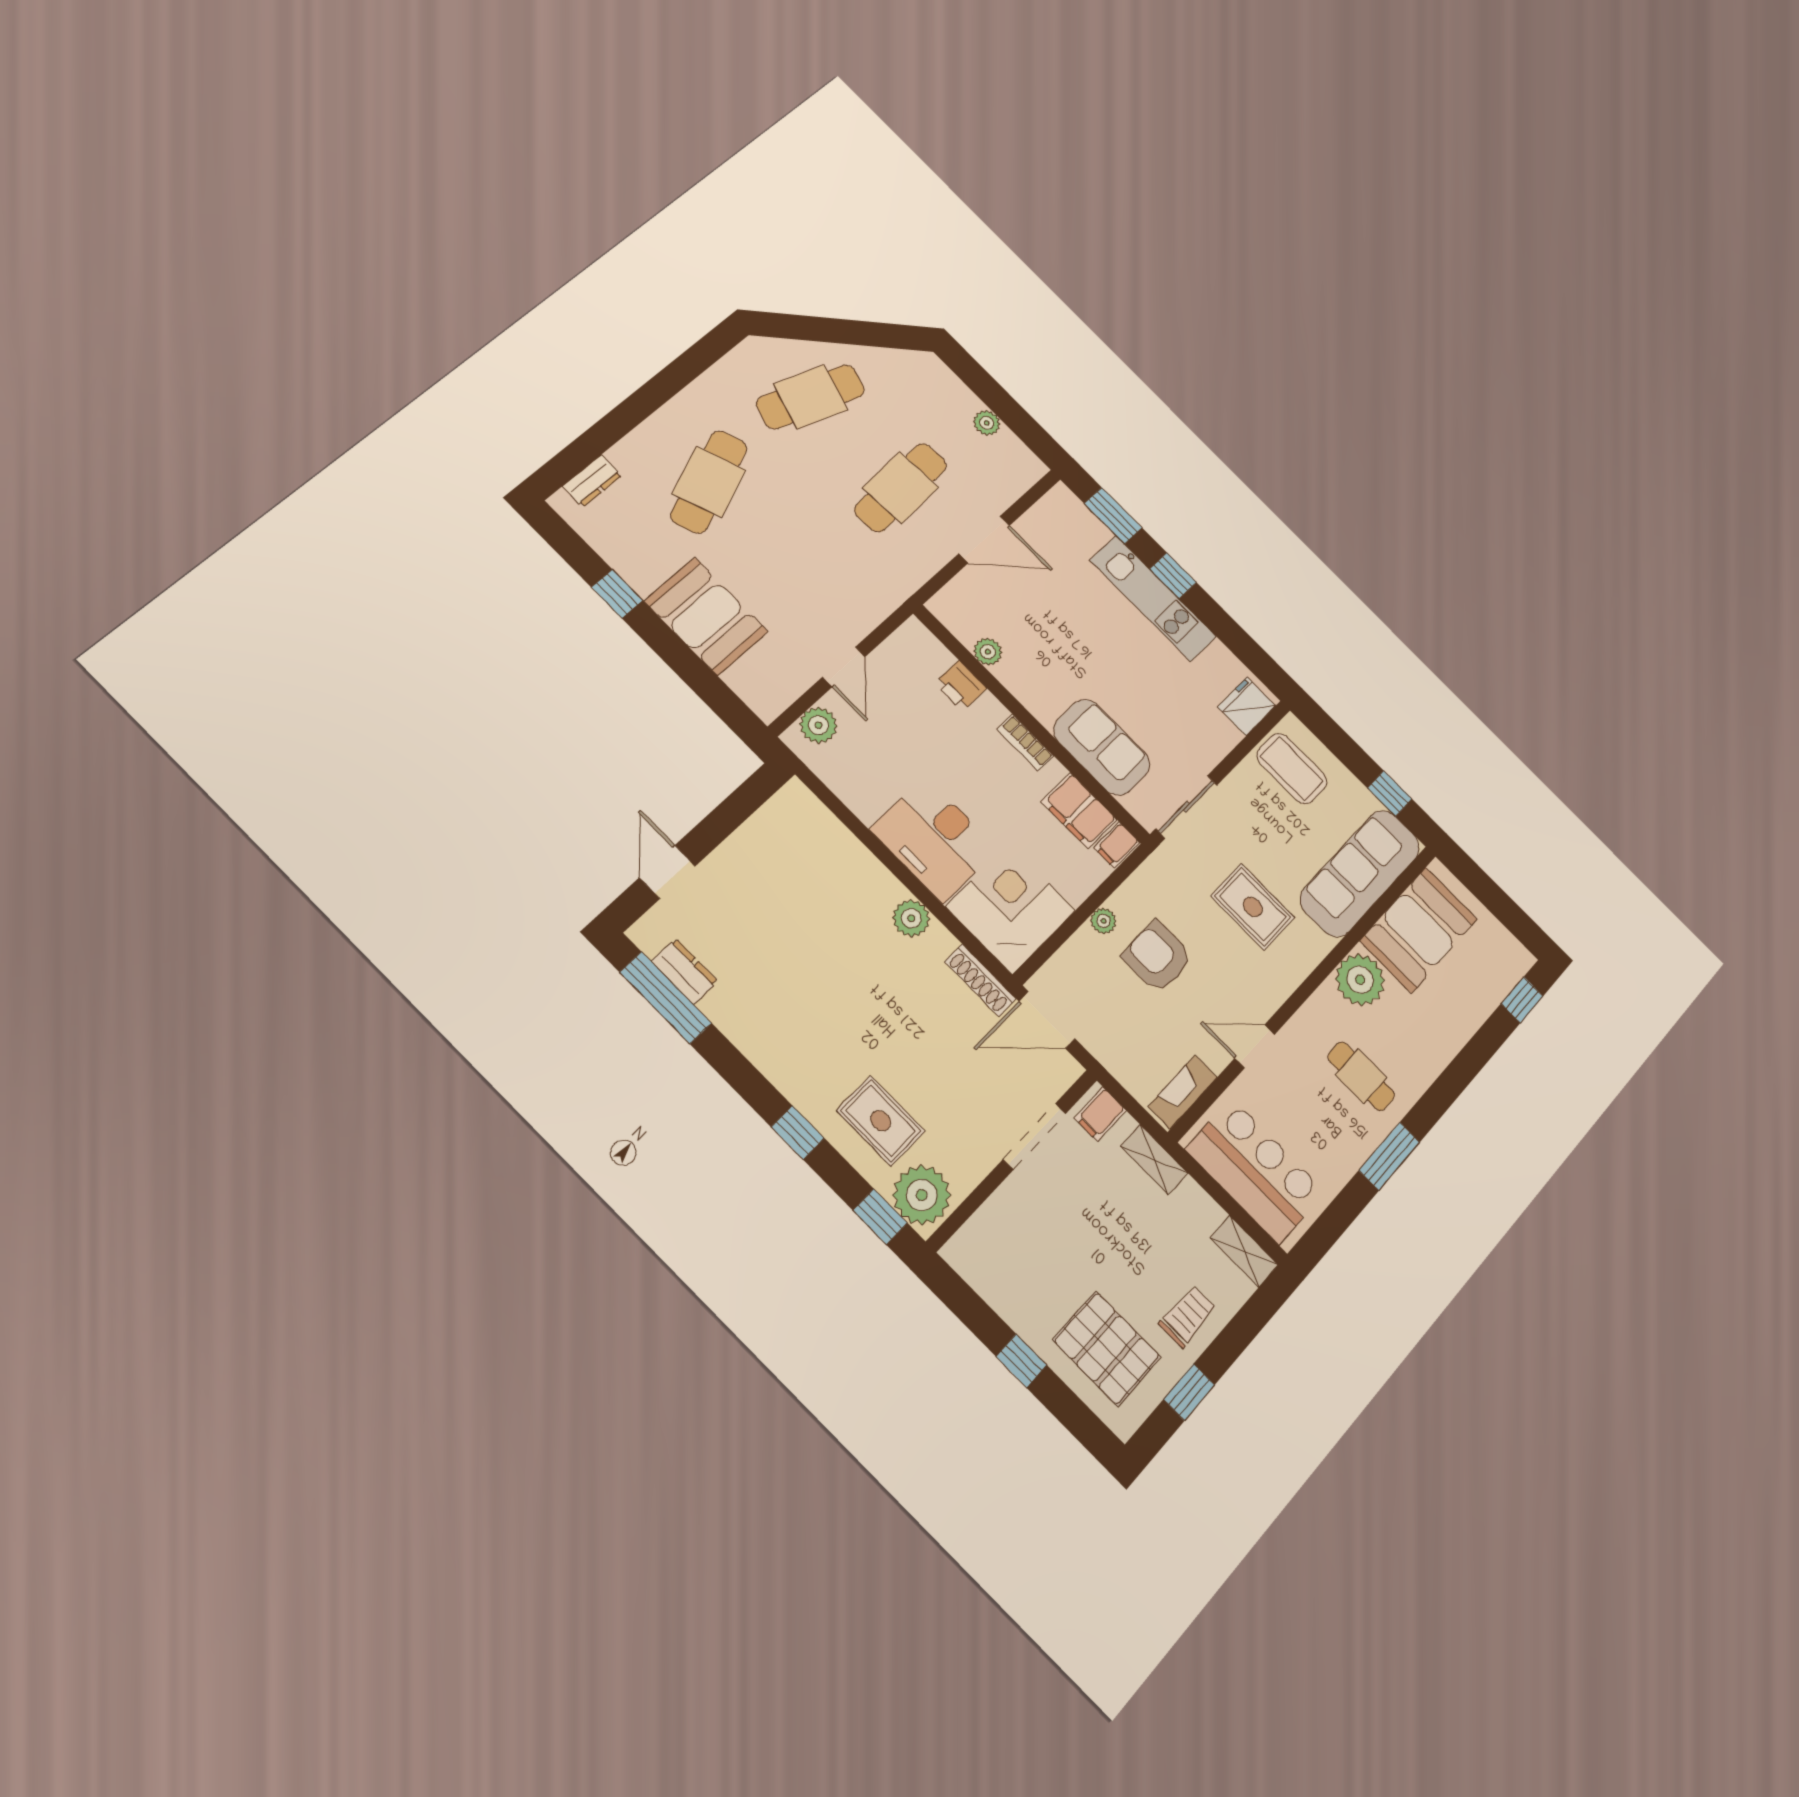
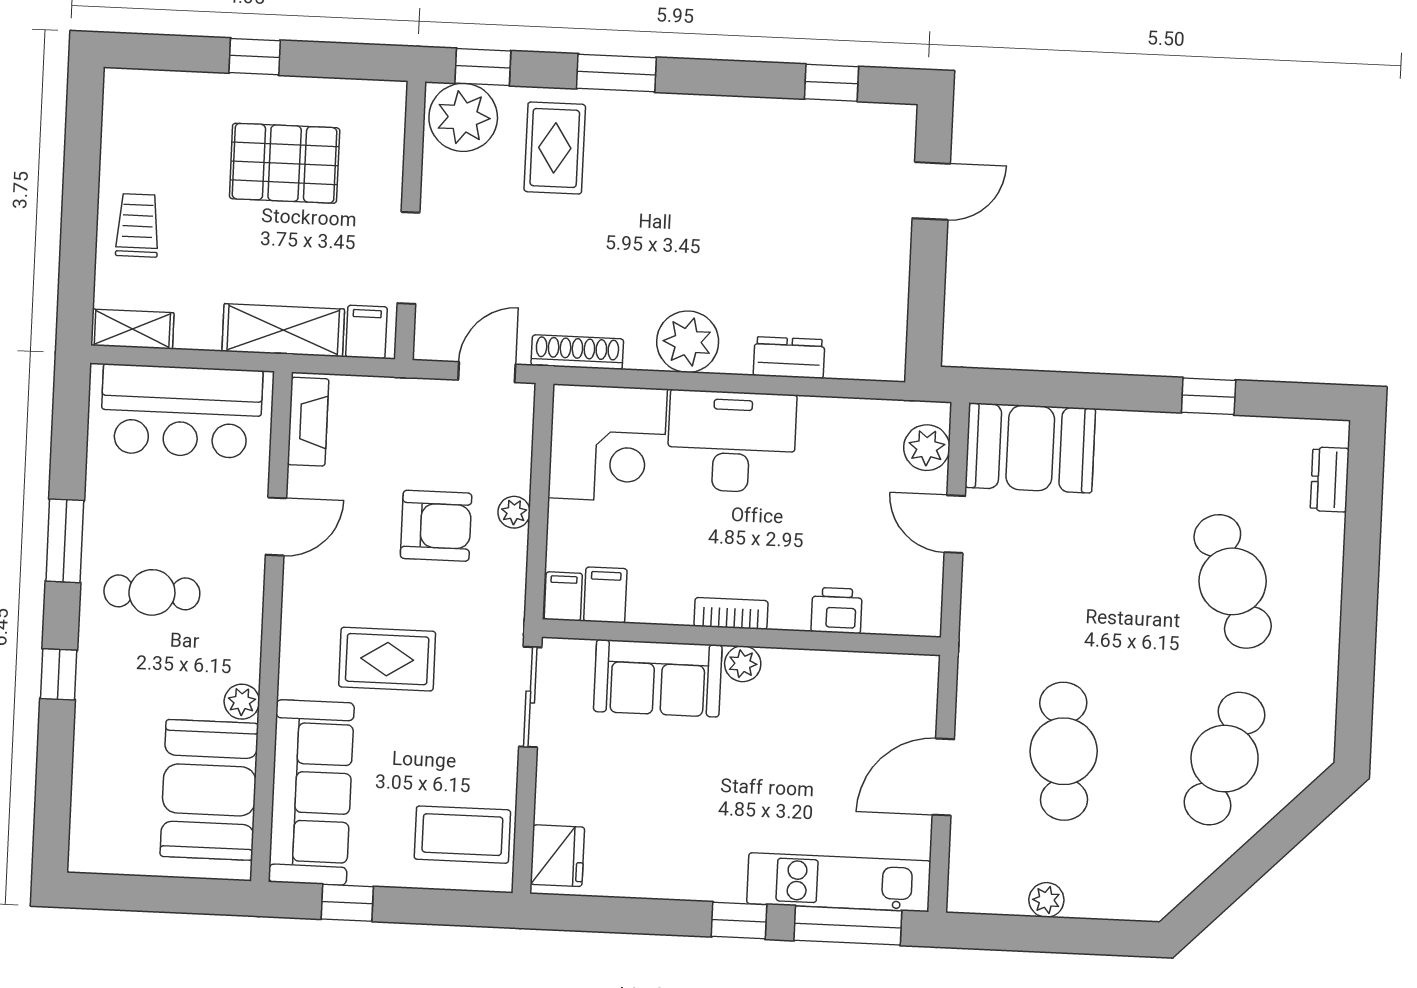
window: (1113, 516) -> (848, 926), width x1.44
kitchen unit: (1153, 598) -> (839, 882), moved
booth: (706, 616) -> (1030, 448), moved
plant: (988, 652) -> (743, 664), moved
filing cabinet: (1079, 811) -> (605, 595), width x0.50
door: (667, 872) -> (931, 191), hinge flipped
plant: (911, 918) -> (688, 342), width x1.36, depth x1.36
dresser: (685, 971) -> (789, 358), moved, turned 180
plant: (1360, 980) -> (242, 702), width x0.53, depth x0.53
window: (665, 998) -> (831, 83), width x0.46
window: (1522, 1000) -> (59, 674), moved
door: (1047, 1020) -> (487, 372), width x0.73
rug: (881, 1121) -> (555, 148), turned 90
window: (798, 1133) -> (616, 73), width x1.50
shelving: (1154, 1160) -> (283, 330), width x1.50, depth x1.33
trolley: (1187, 1316) -> (138, 225), turned 180
pallet: (1107, 1348) -> (285, 163), moved
window: (1189, 1392) -> (82, 161), removed

